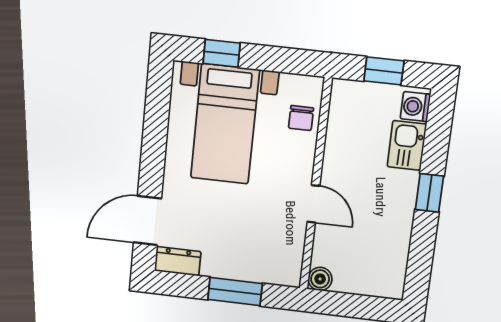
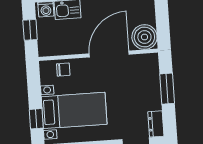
door: (313, 204) -> (109, 54), width x1.88
boiler: (320, 279) -> (144, 37), width x1.86, depth x1.86

